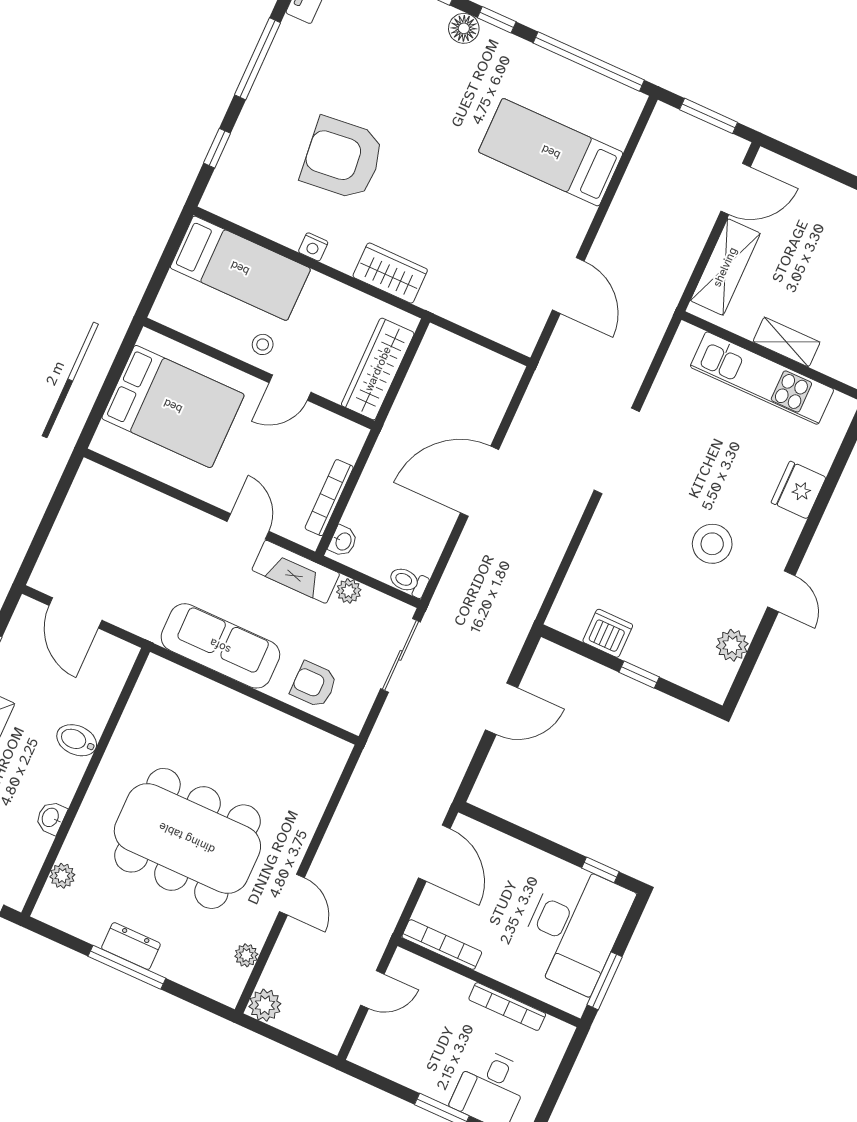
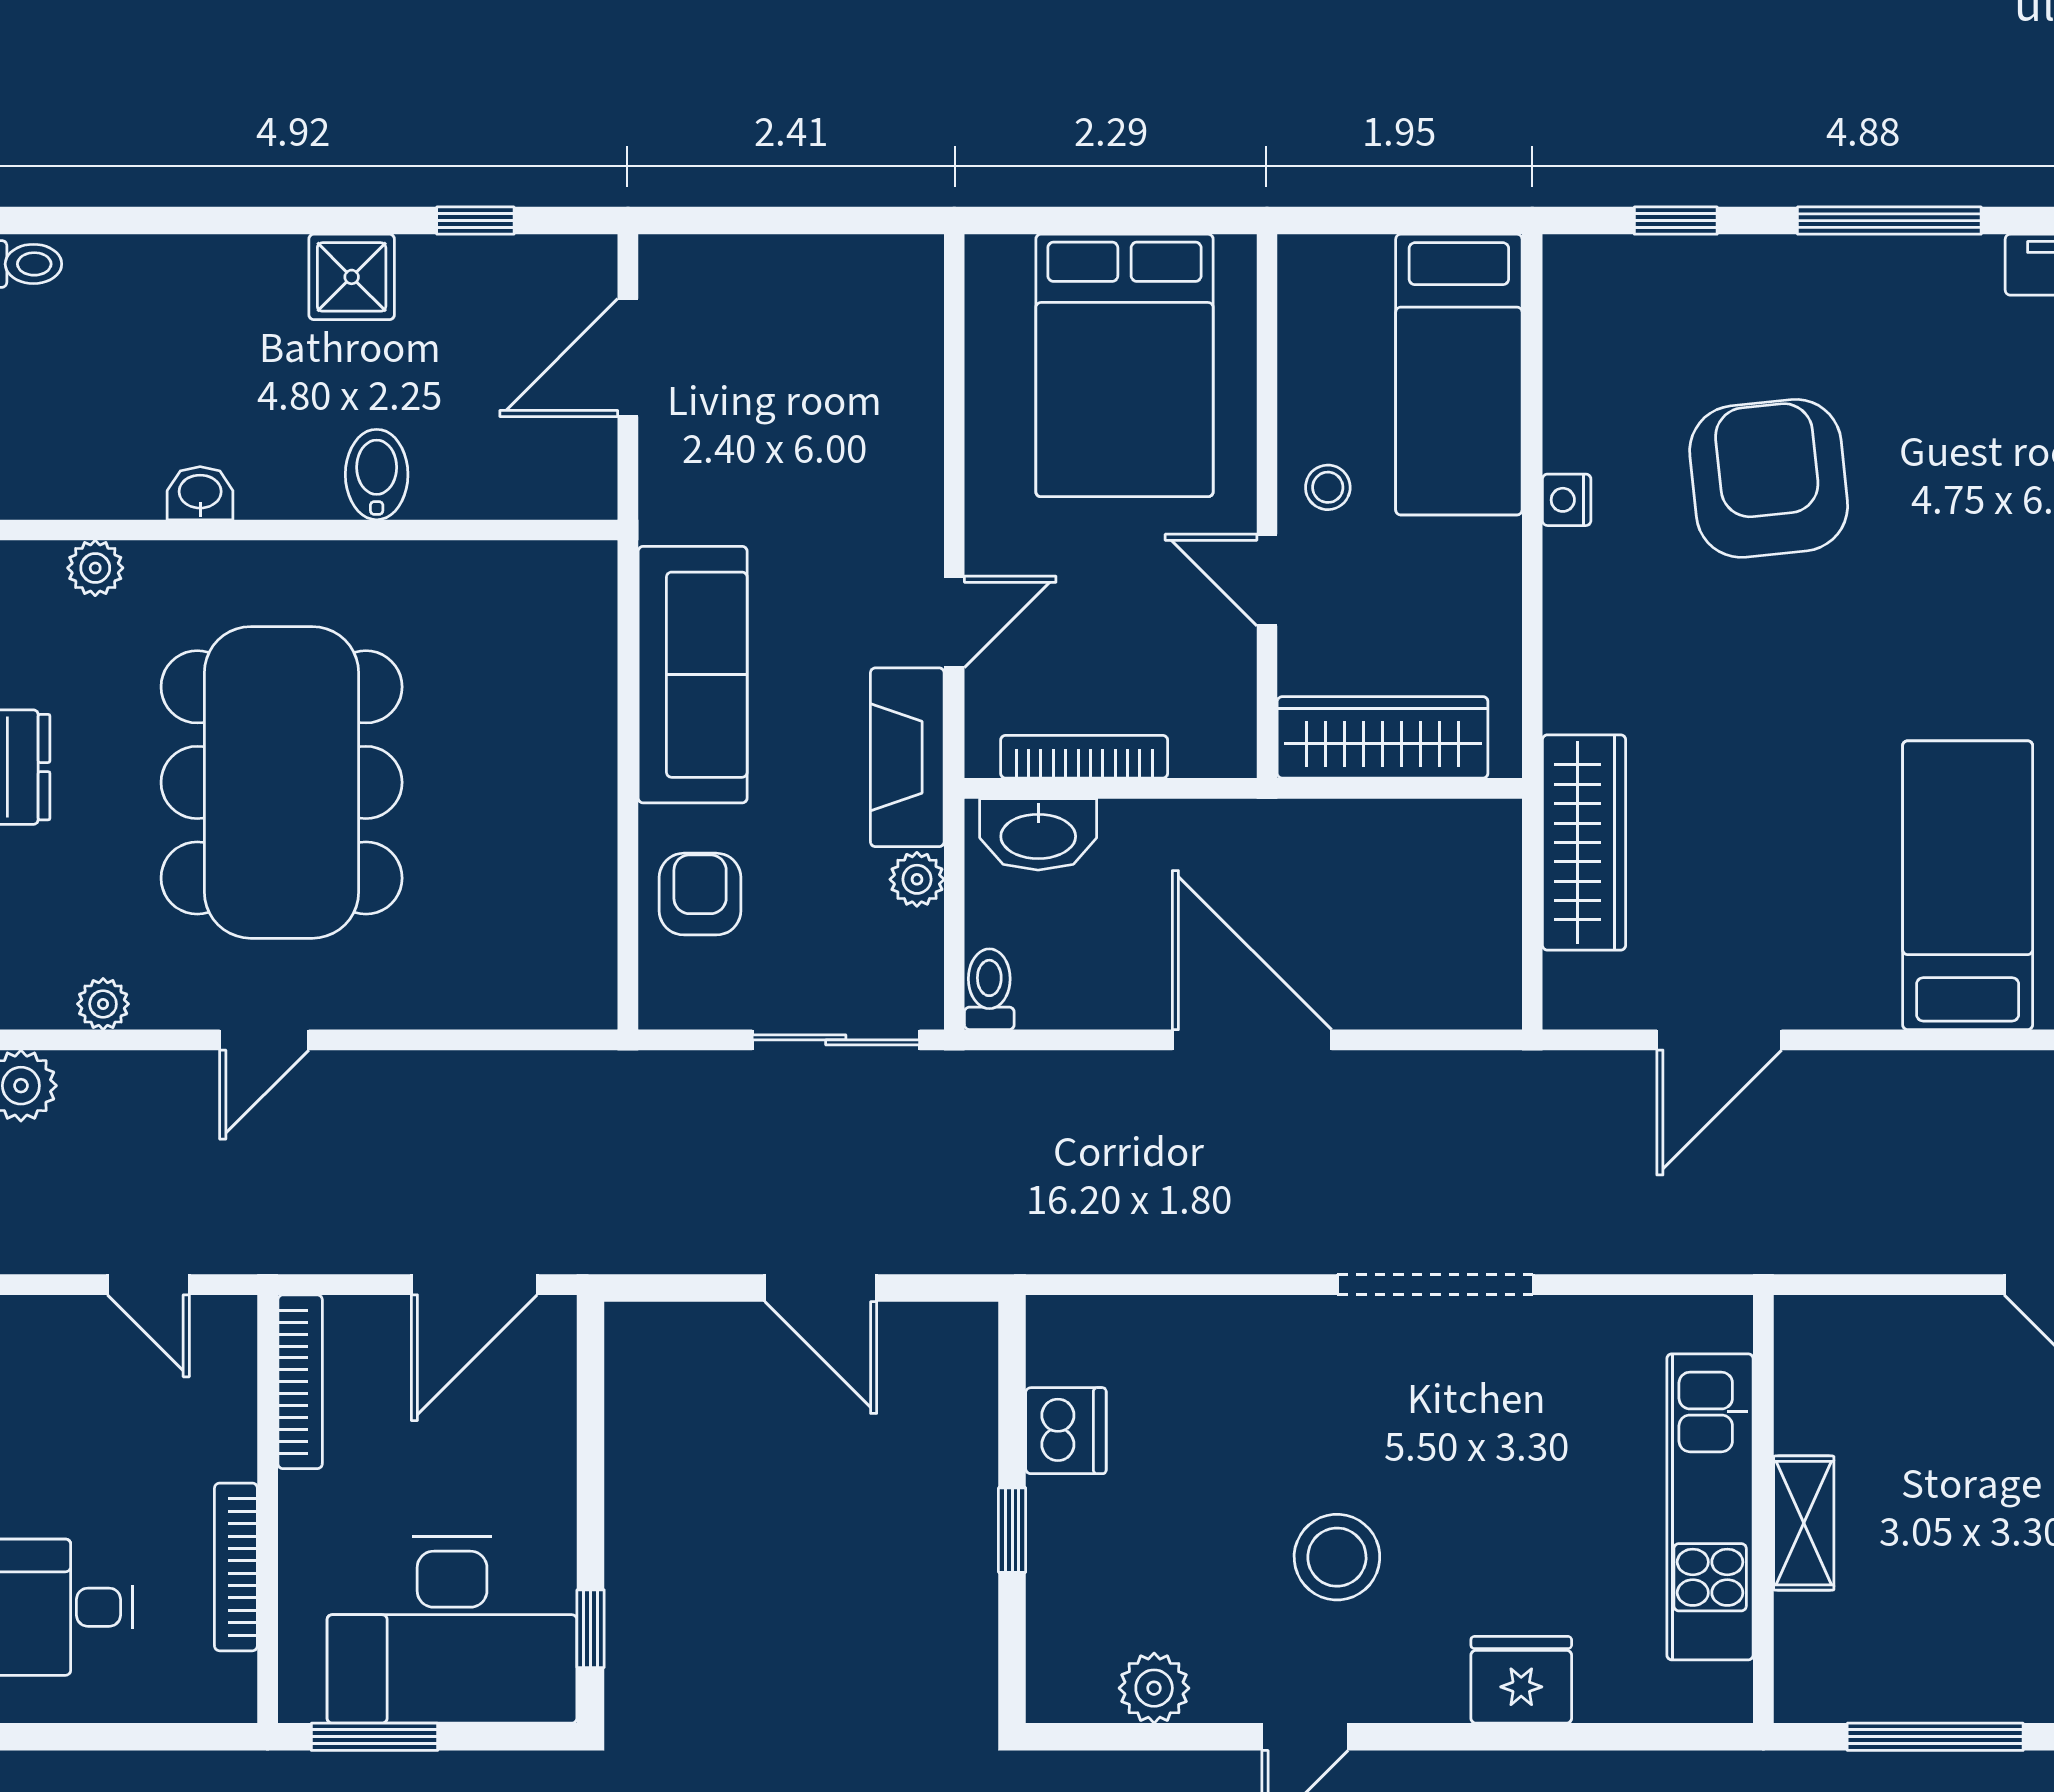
shelving: (725, 267) -> (1897, 1334), removed
wardrobe: (390, 273) -> (1584, 842), moved, width x1.50
washbasin: (343, 541) -> (1038, 834), width x1.91, depth x1.45

